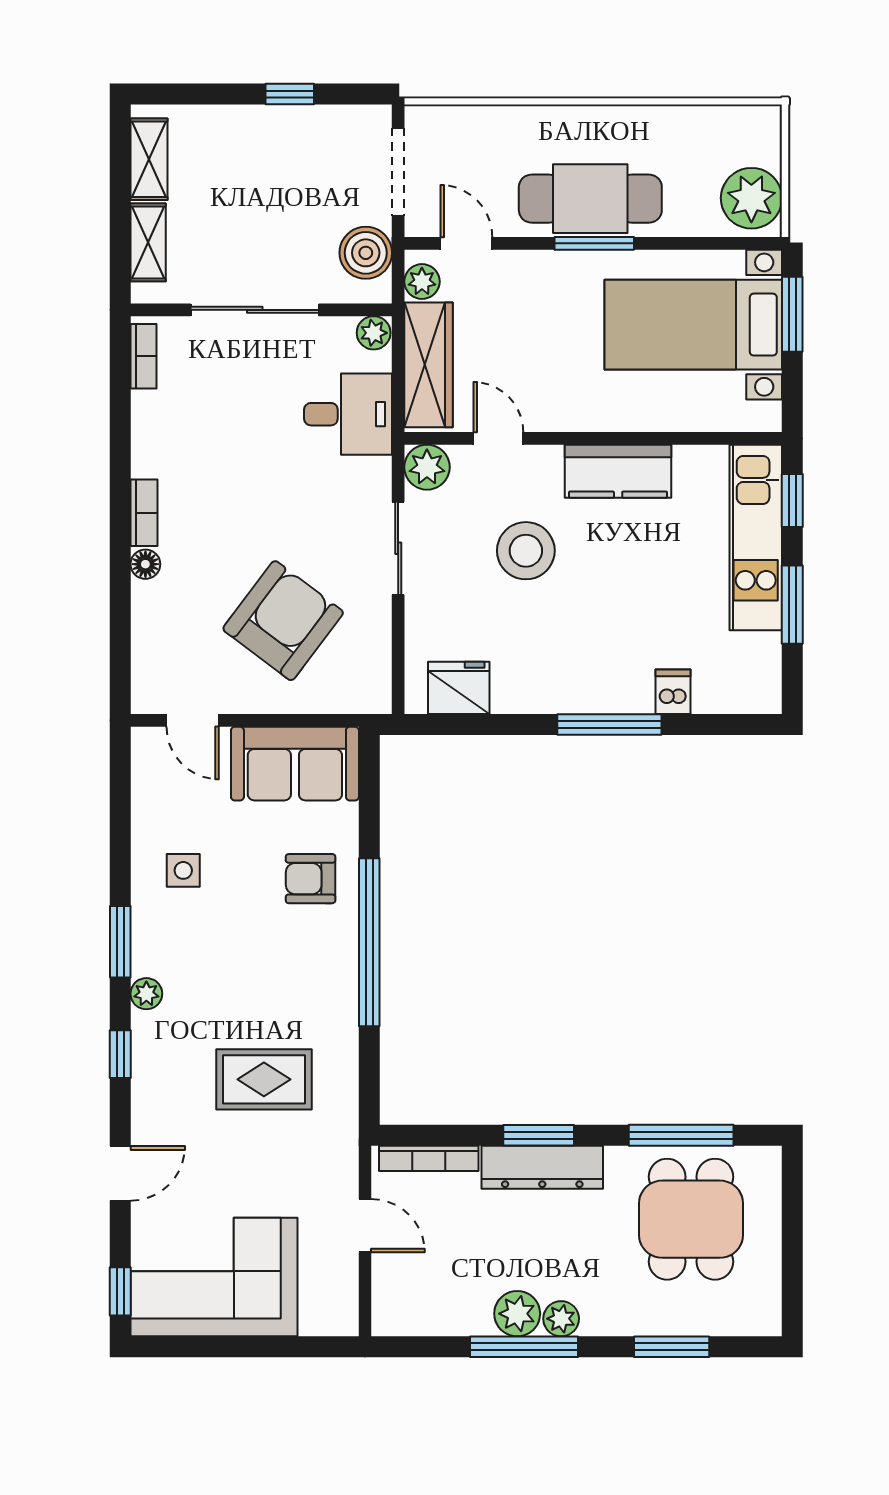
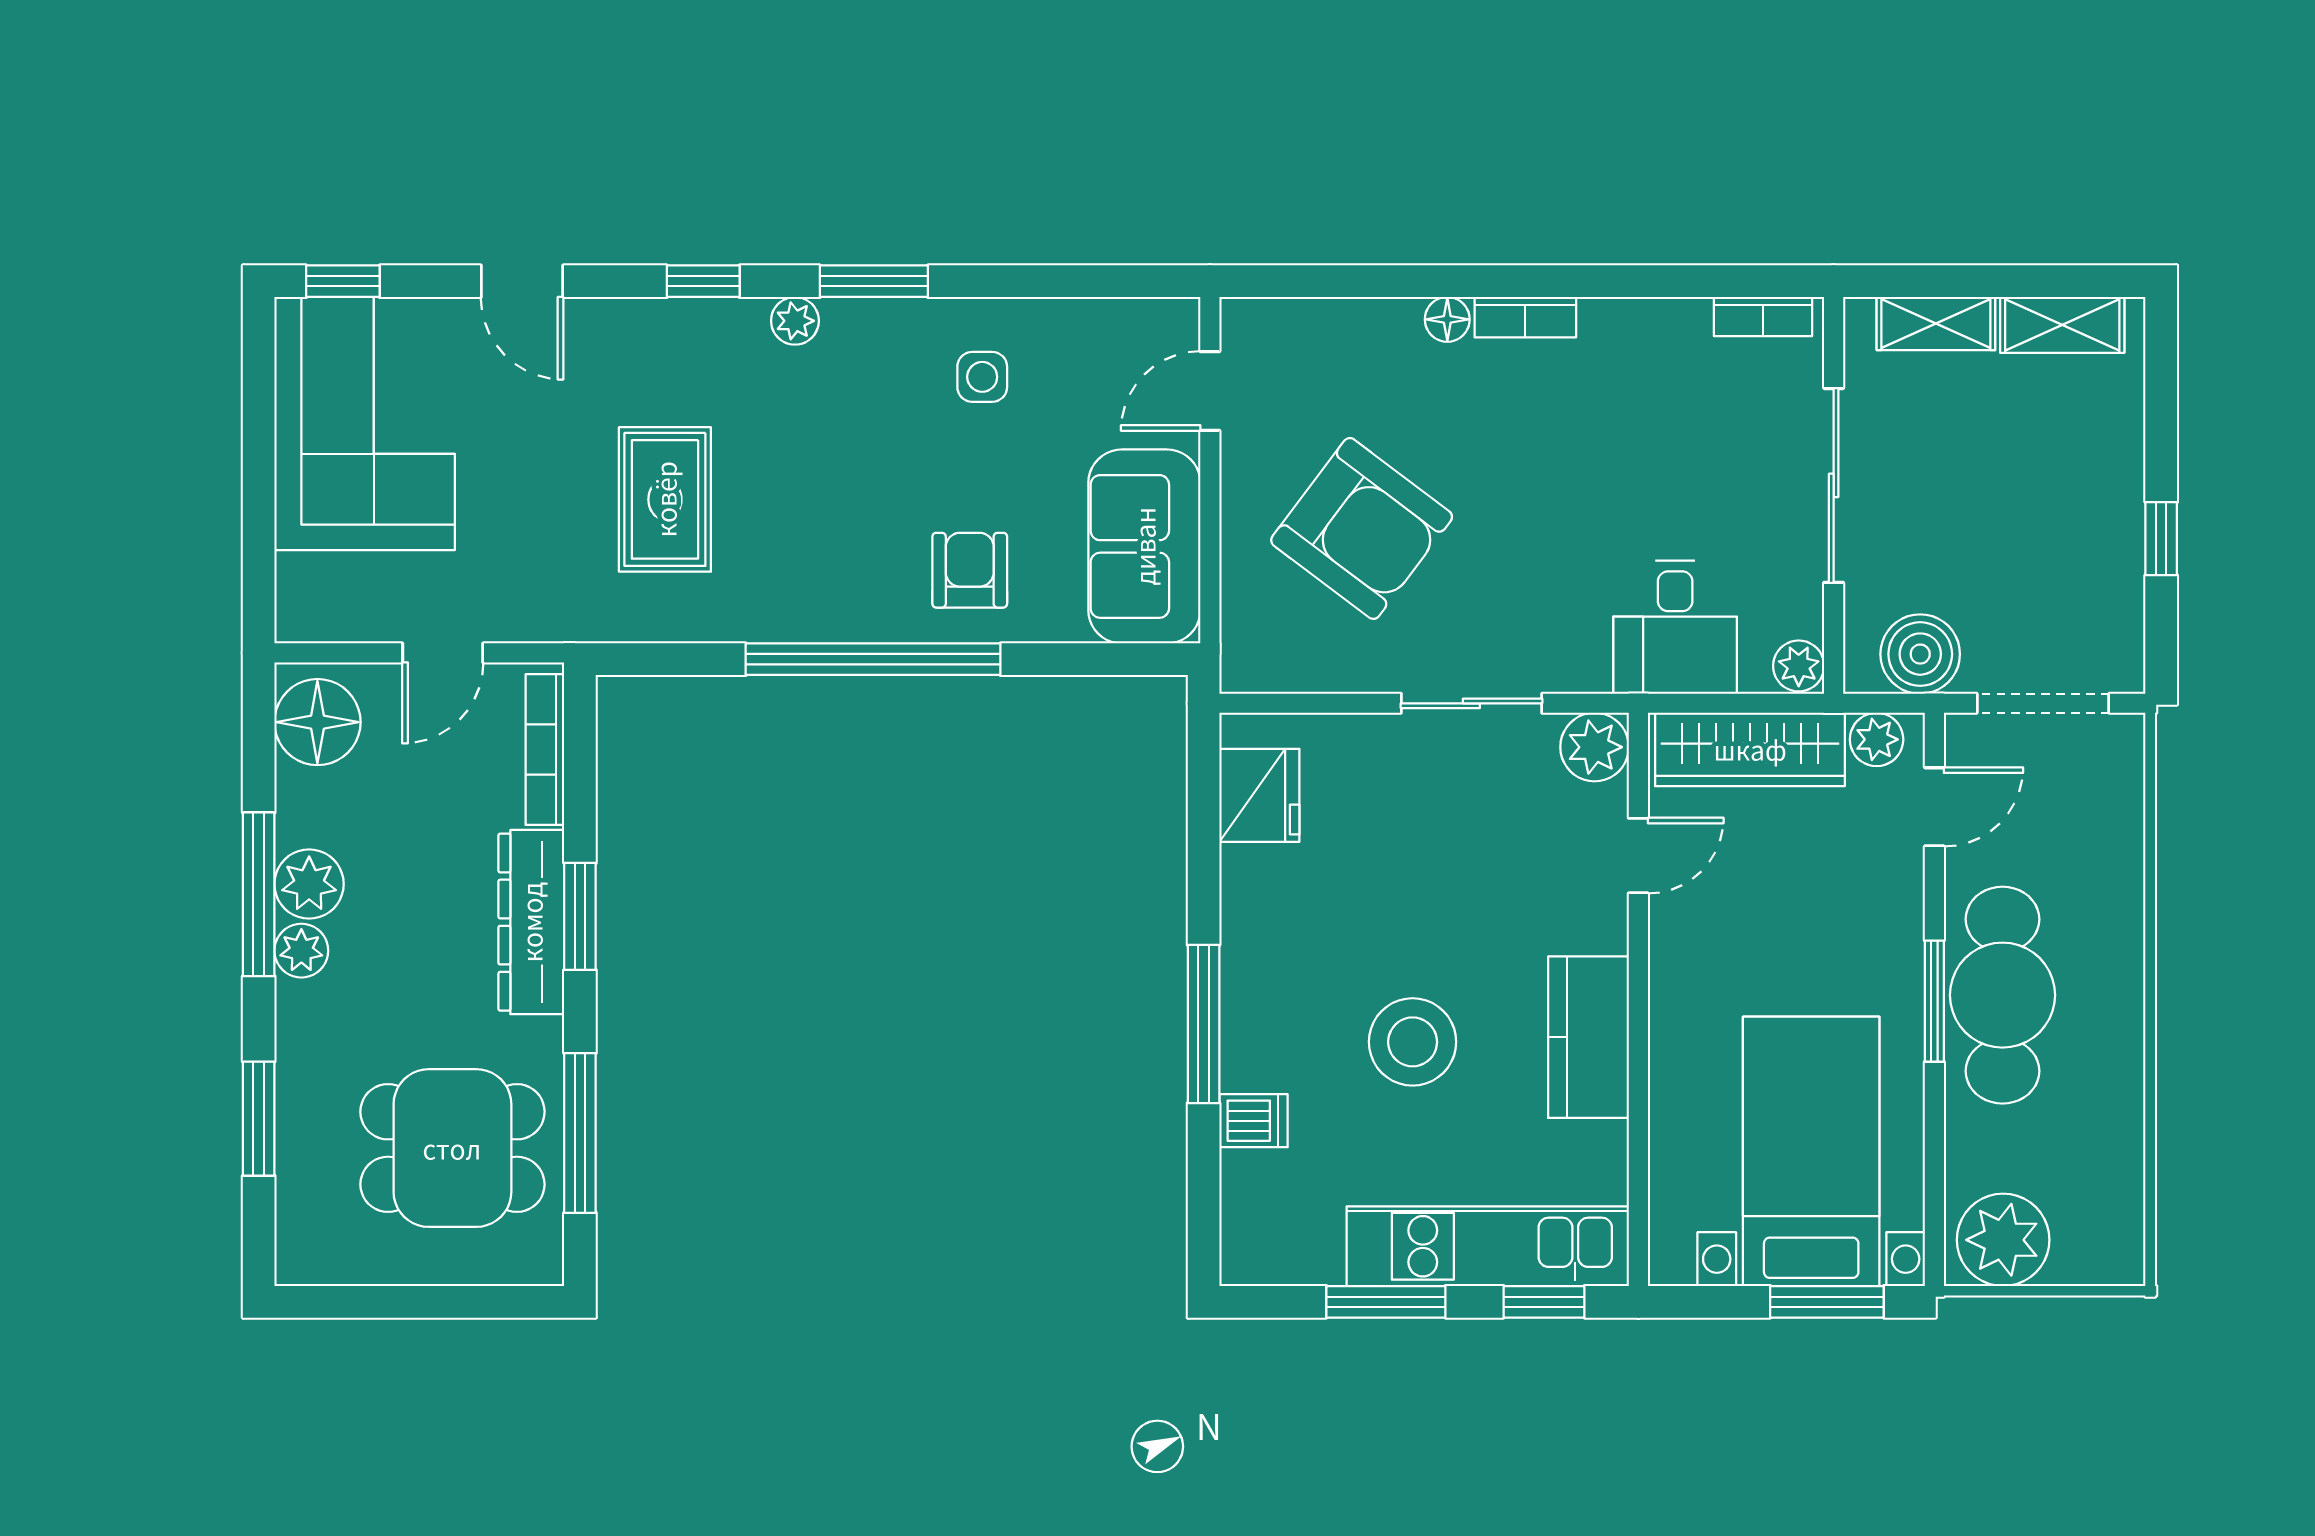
stool: (526, 551) -> (1413, 1042), moved
floor lamp: (411, 1308) -> (317, 722), added

